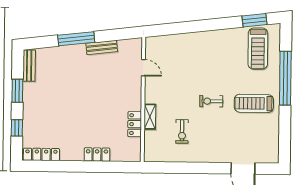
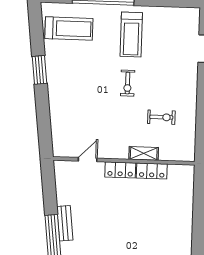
window: (255, 20) -> (40, 70), moved
bench: (102, 47) -> (65, 223), moved
locker: (97, 154) -> (120, 170), moved, turned -90

